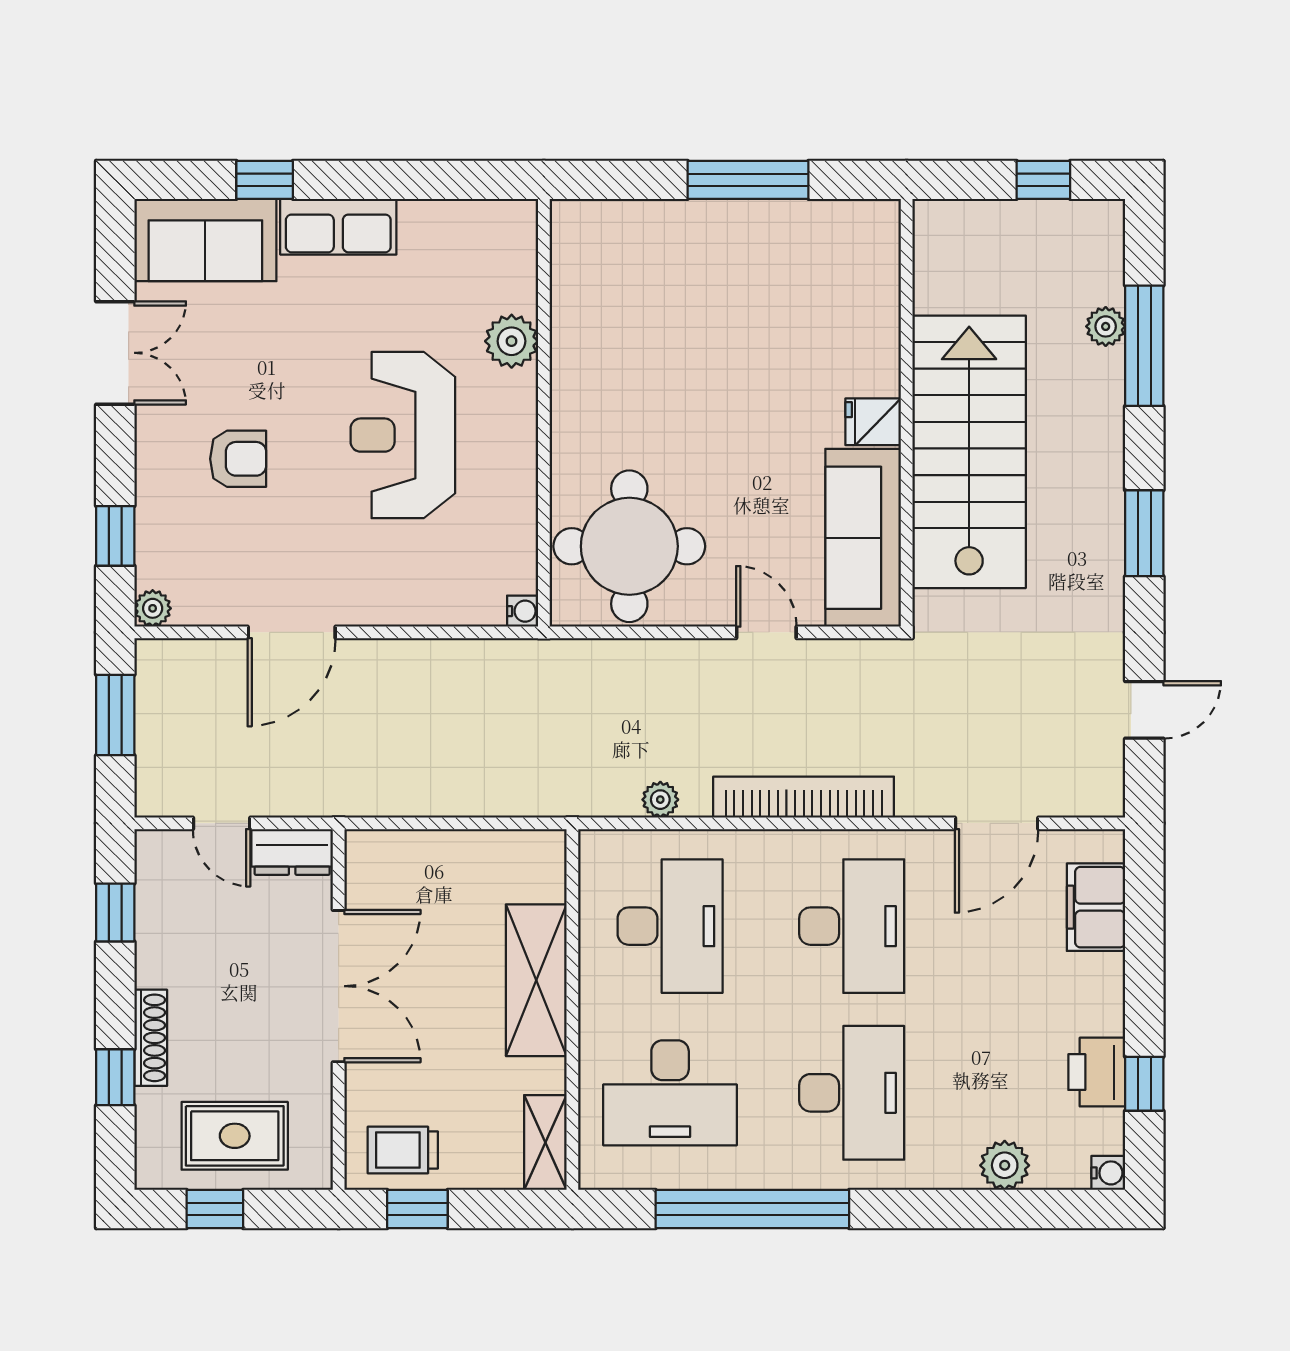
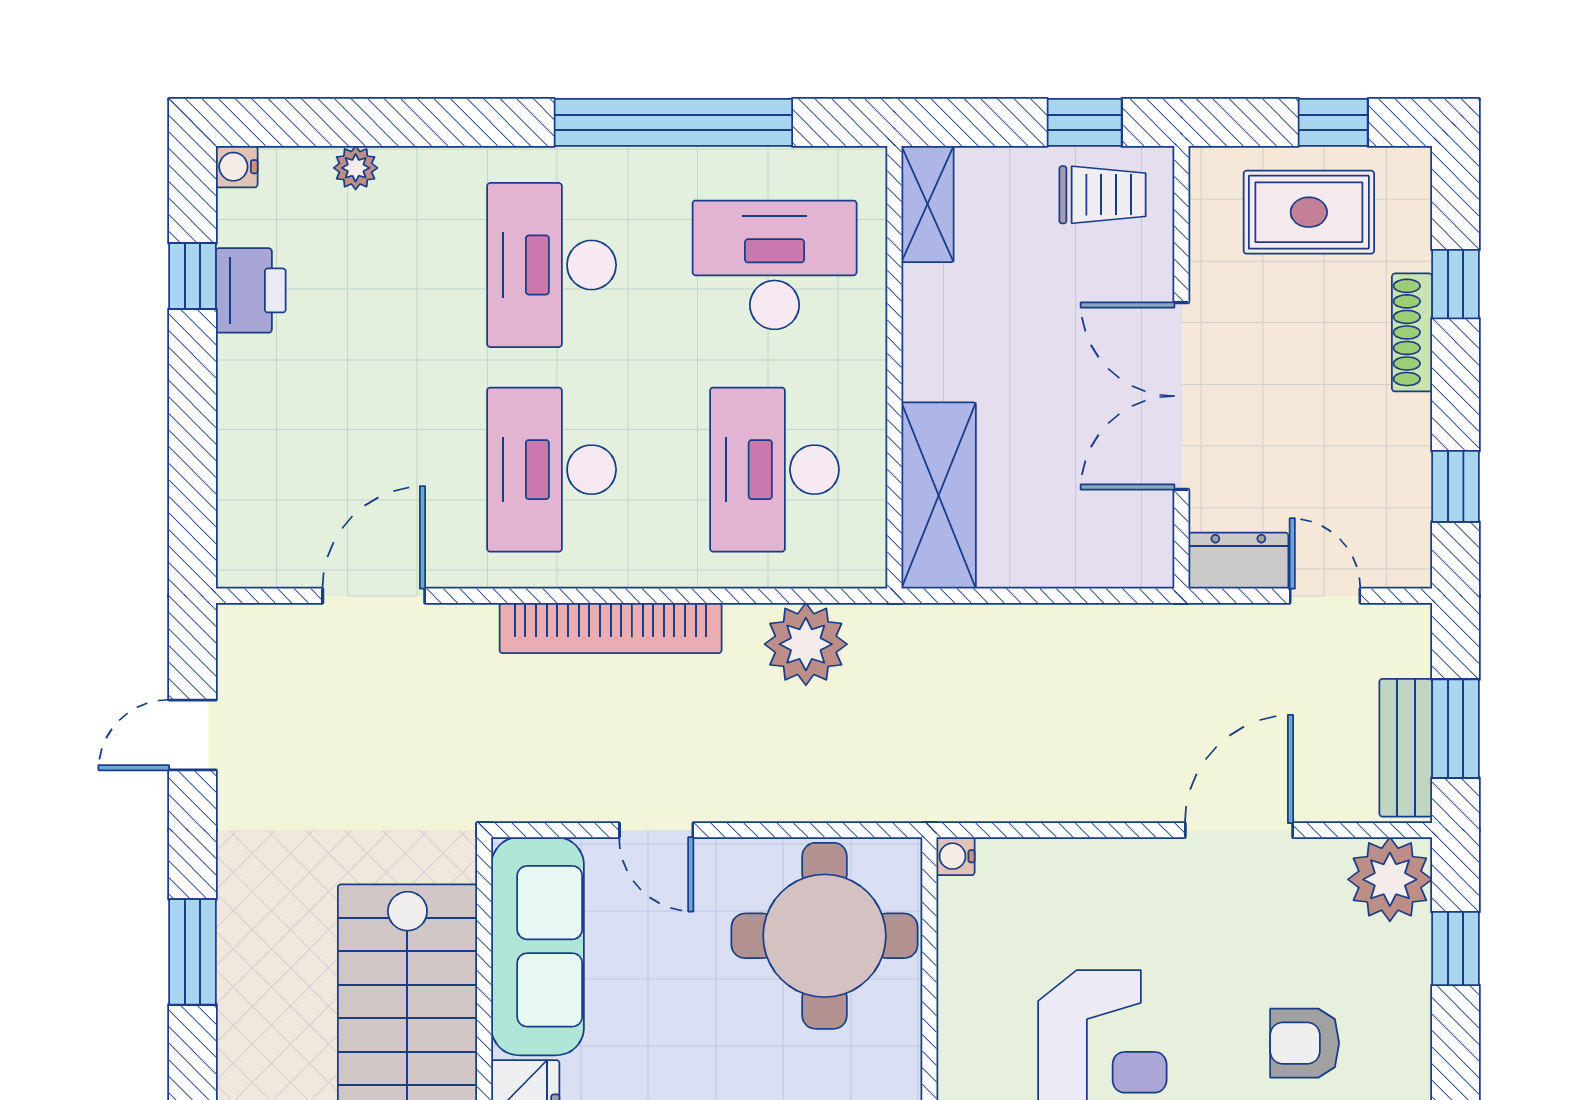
plant: (153, 608) -> (1390, 879), width x1.88, depth x1.88
bench: (156, 700) -> (1406, 748), added
plant: (660, 800) -> (806, 644), width x1.88, depth x1.88
filing cabinet: (1096, 907) -> (252, 493), removed
shelving: (536, 980) -> (939, 496), moved
plant: (1005, 1165) -> (356, 168), width x0.73, depth x0.73

